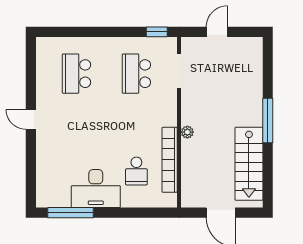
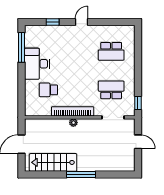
school desk: (76, 74) -> (111, 51), turned 180
bookcase: (170, 160) -> (73, 111), moved
window: (31, 165) -> (53, 22), added

